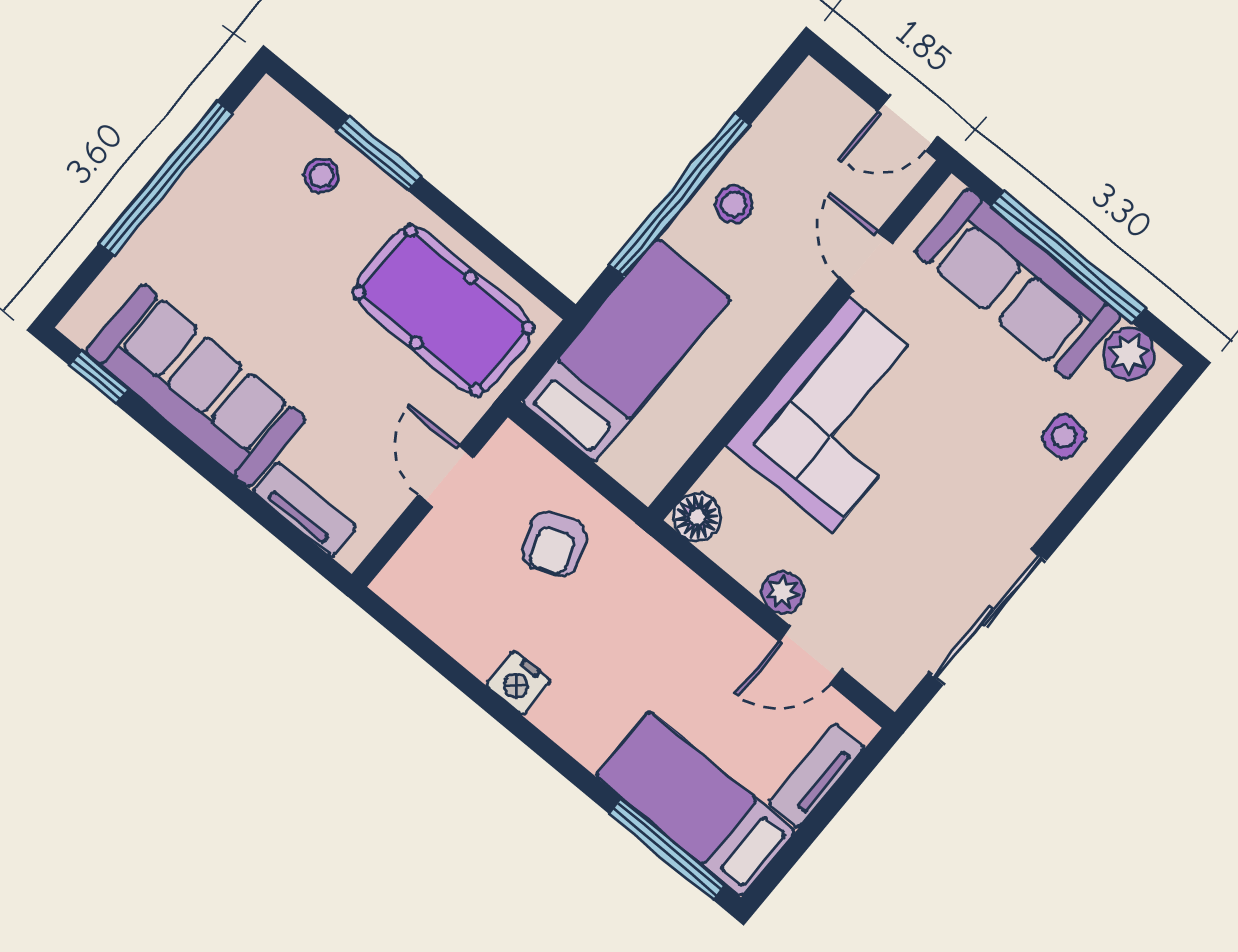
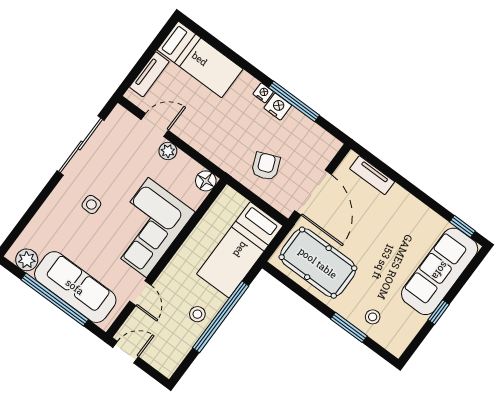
window: (165, 178) -> (439, 312), width x0.32
sofa: (196, 385) -> (440, 271), moved, turned 90
side table: (1064, 436) -> (91, 204), moved
door: (446, 476) -> (313, 192), width x1.88
nightstand: (551, 717) -> (263, 93), added
window: (667, 849) -> (294, 101), moved

